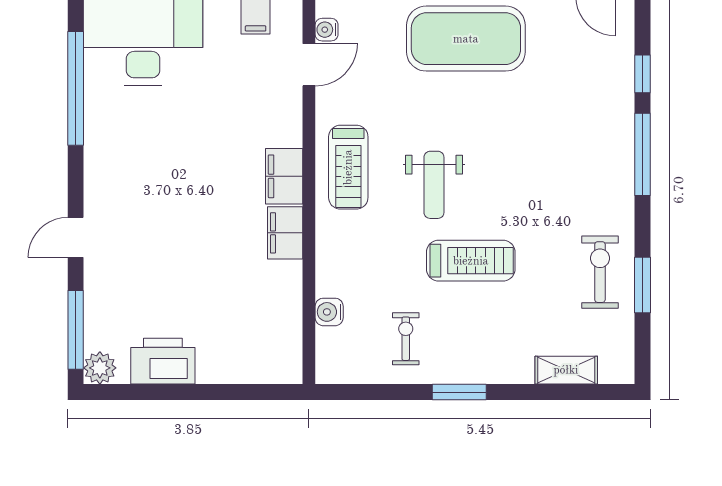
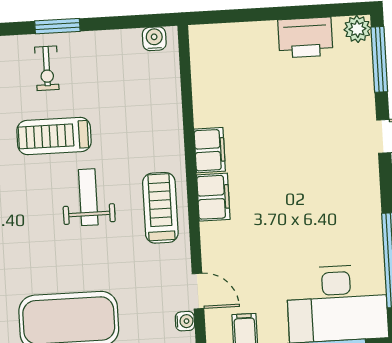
door: (309, 65) -> (198, 291), swing flipped
water cooler: (329, 312) -> (154, 39), moved, turned -90
exercise bike: (406, 339) -> (47, 68), moved

